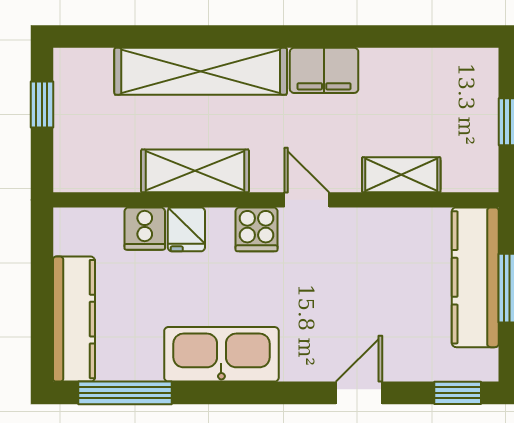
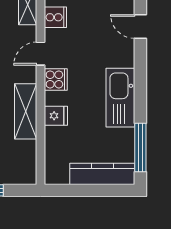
cooker: (145, 229) -> (55, 17), moved

